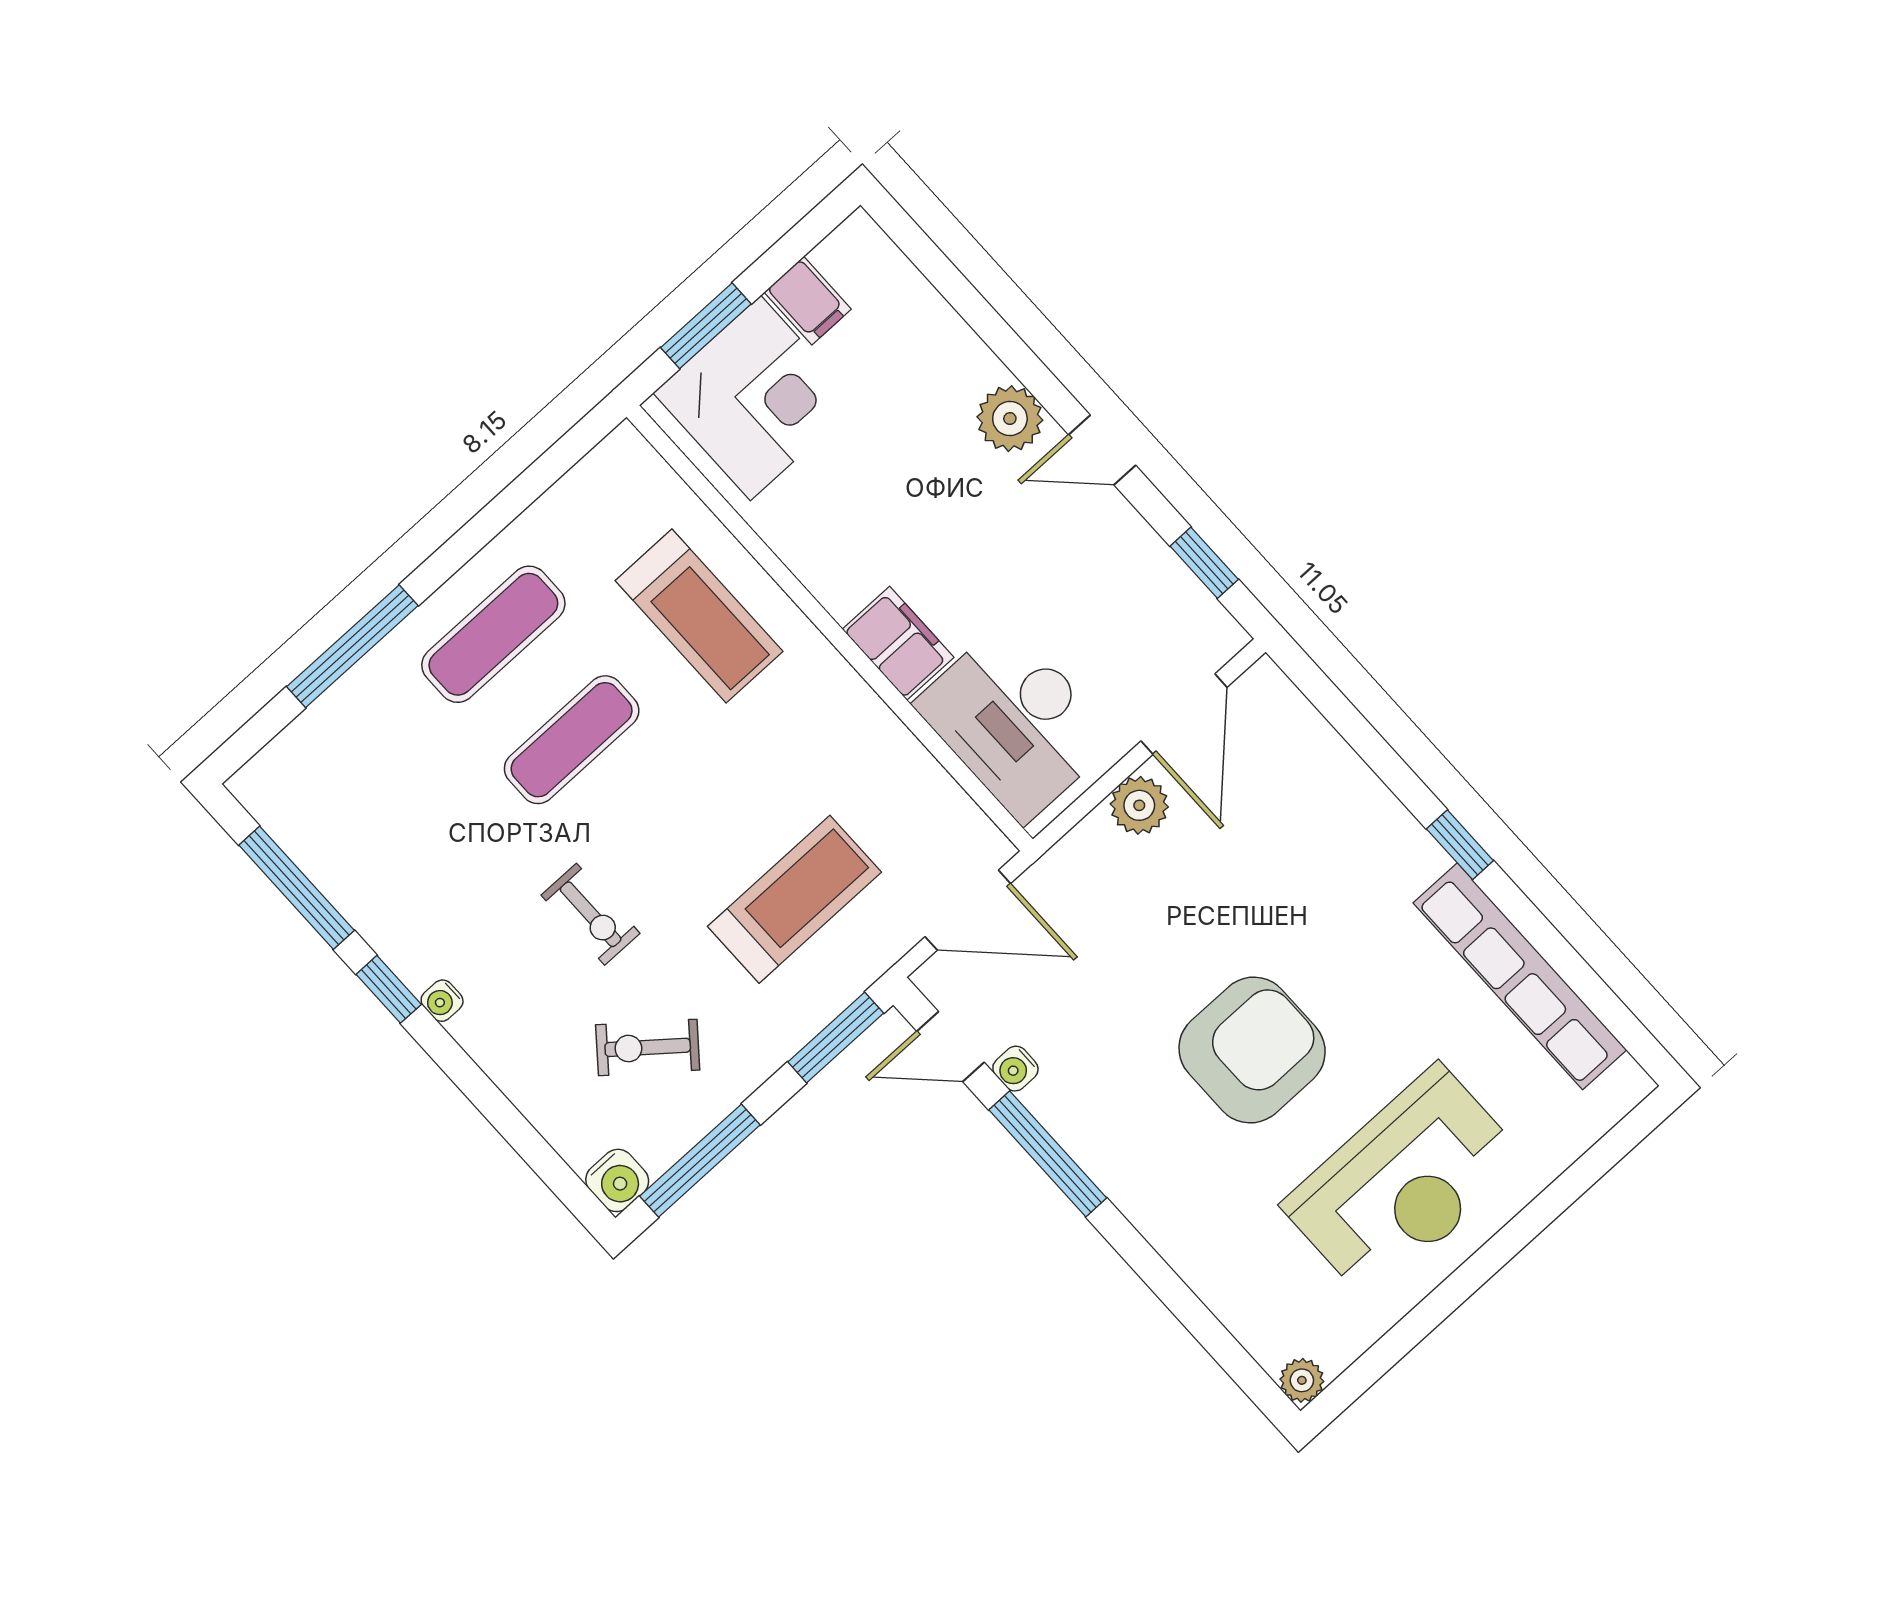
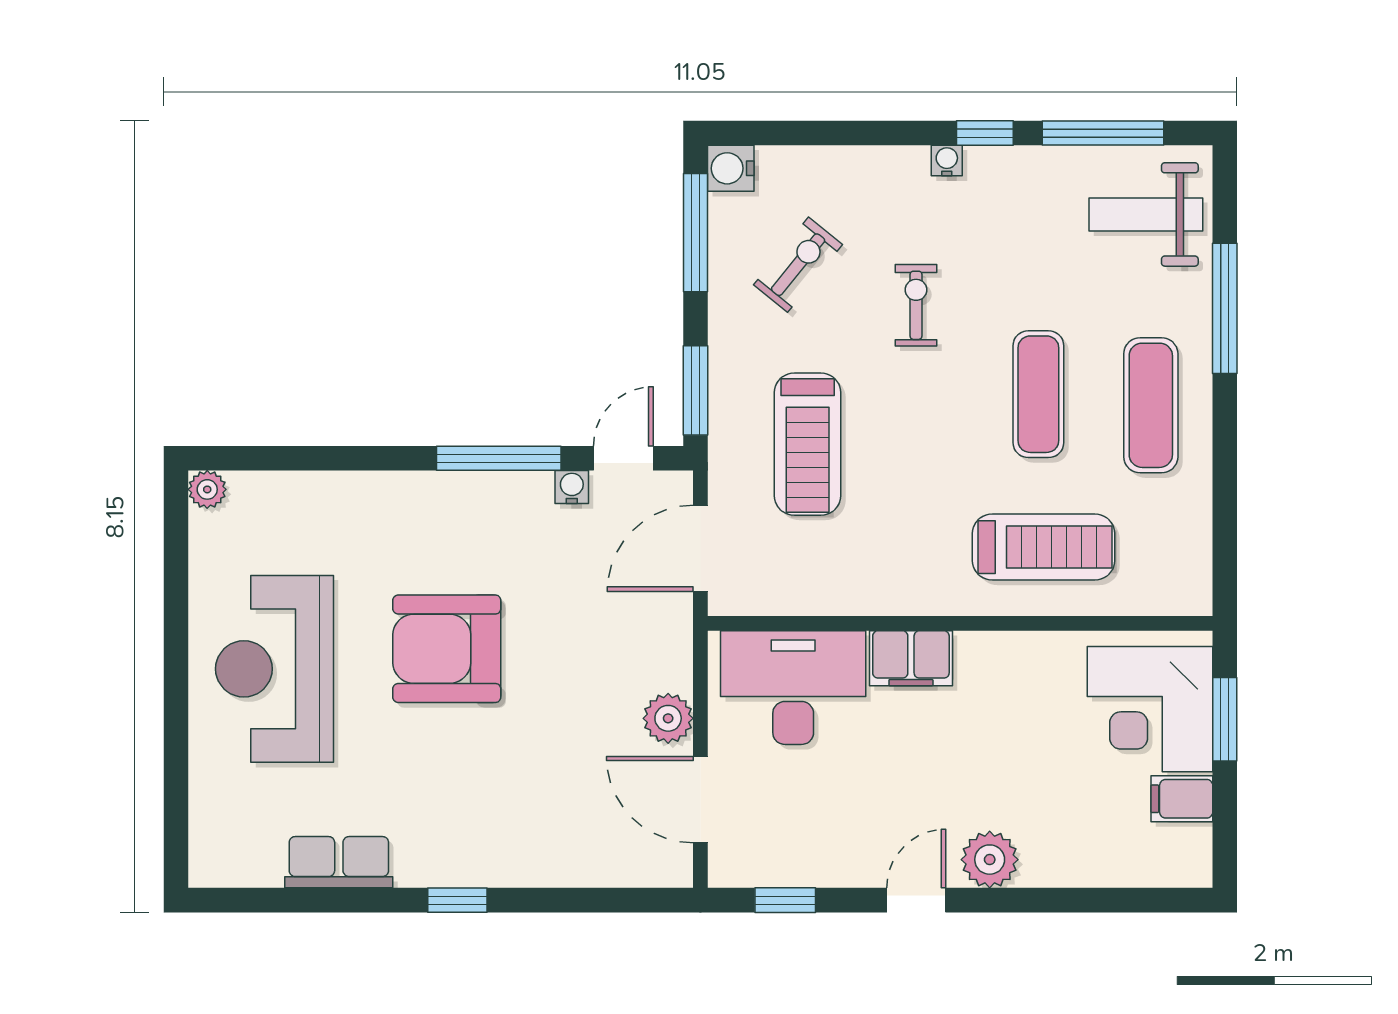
treadmill: (699, 616) -> (1044, 547), turned 180
weight bench: (333, 787) -> (1146, 214), added
exercise bike: (591, 914) -> (916, 305), turned 90
row of seats: (1520, 976) -> (339, 862), width x0.50
armchair: (1252, 1050) -> (447, 649), turned 90

